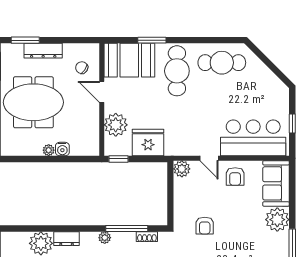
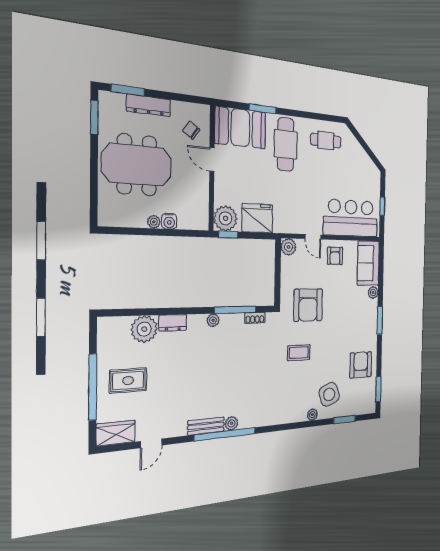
cafe table: (222, 63) -> (326, 141), width x0.73, depth x0.74
plant: (116, 125) -> (226, 218), moved
plant: (277, 220) -> (373, 293), width x0.53, depth x0.53
armchair: (205, 226) -> (308, 305), width x1.88, depth x1.88

